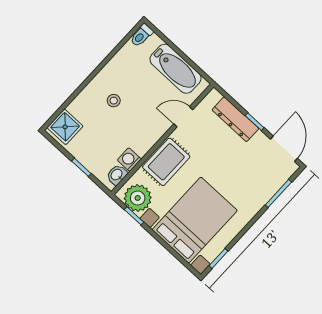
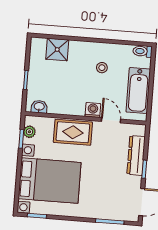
stool: (114, 101) -> (102, 68), moved
shower: (65, 127) -> (57, 50), moved
washing machine: (129, 160) -> (93, 110), moved
plant: (138, 198) -> (29, 132), width x0.53, depth x0.53

